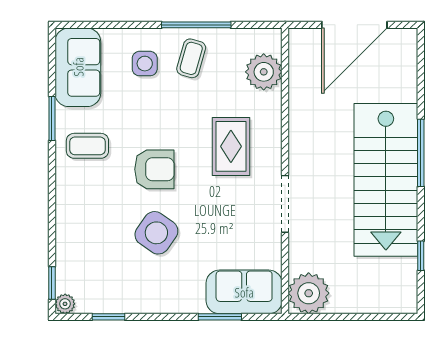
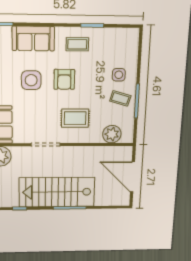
sofa: (78, 67) -> (33, 39), moved
coffee table: (87, 146) -> (77, 44), turned 90
side table: (156, 233) -> (31, 80), turned -35

